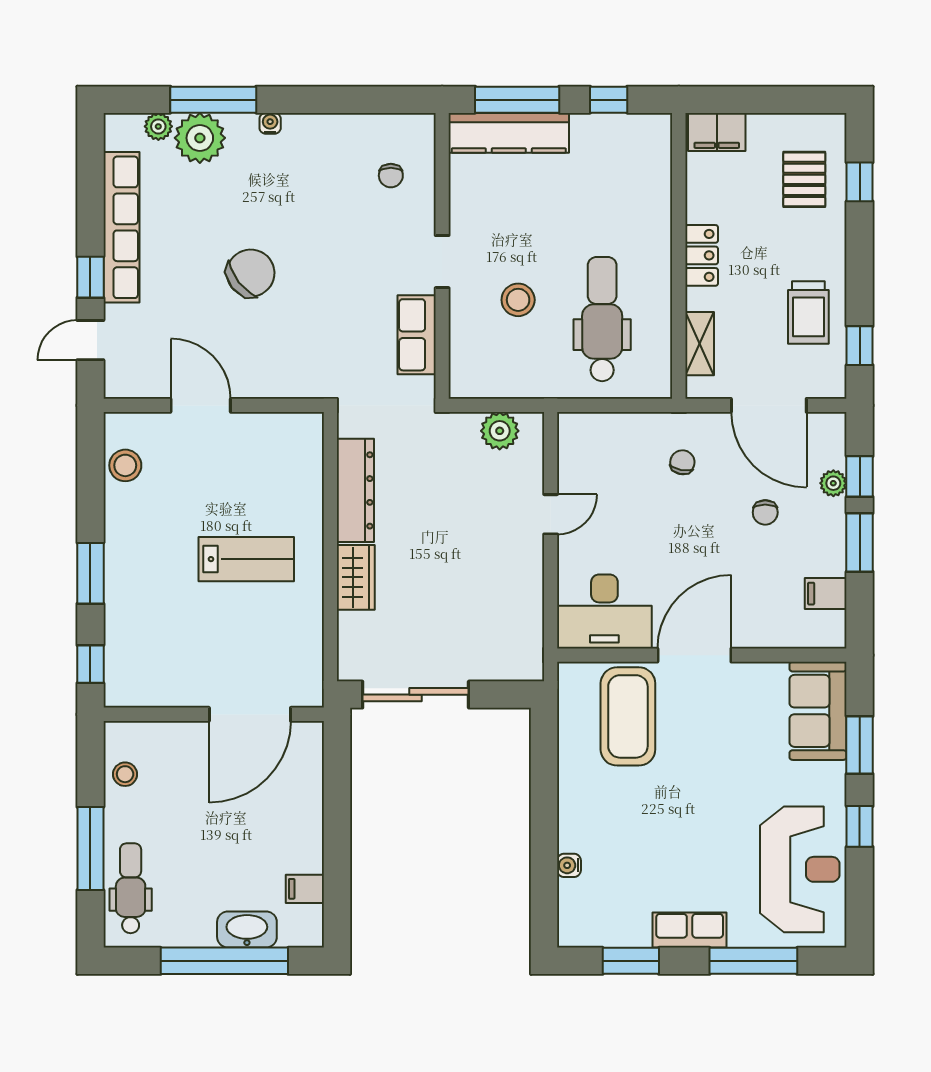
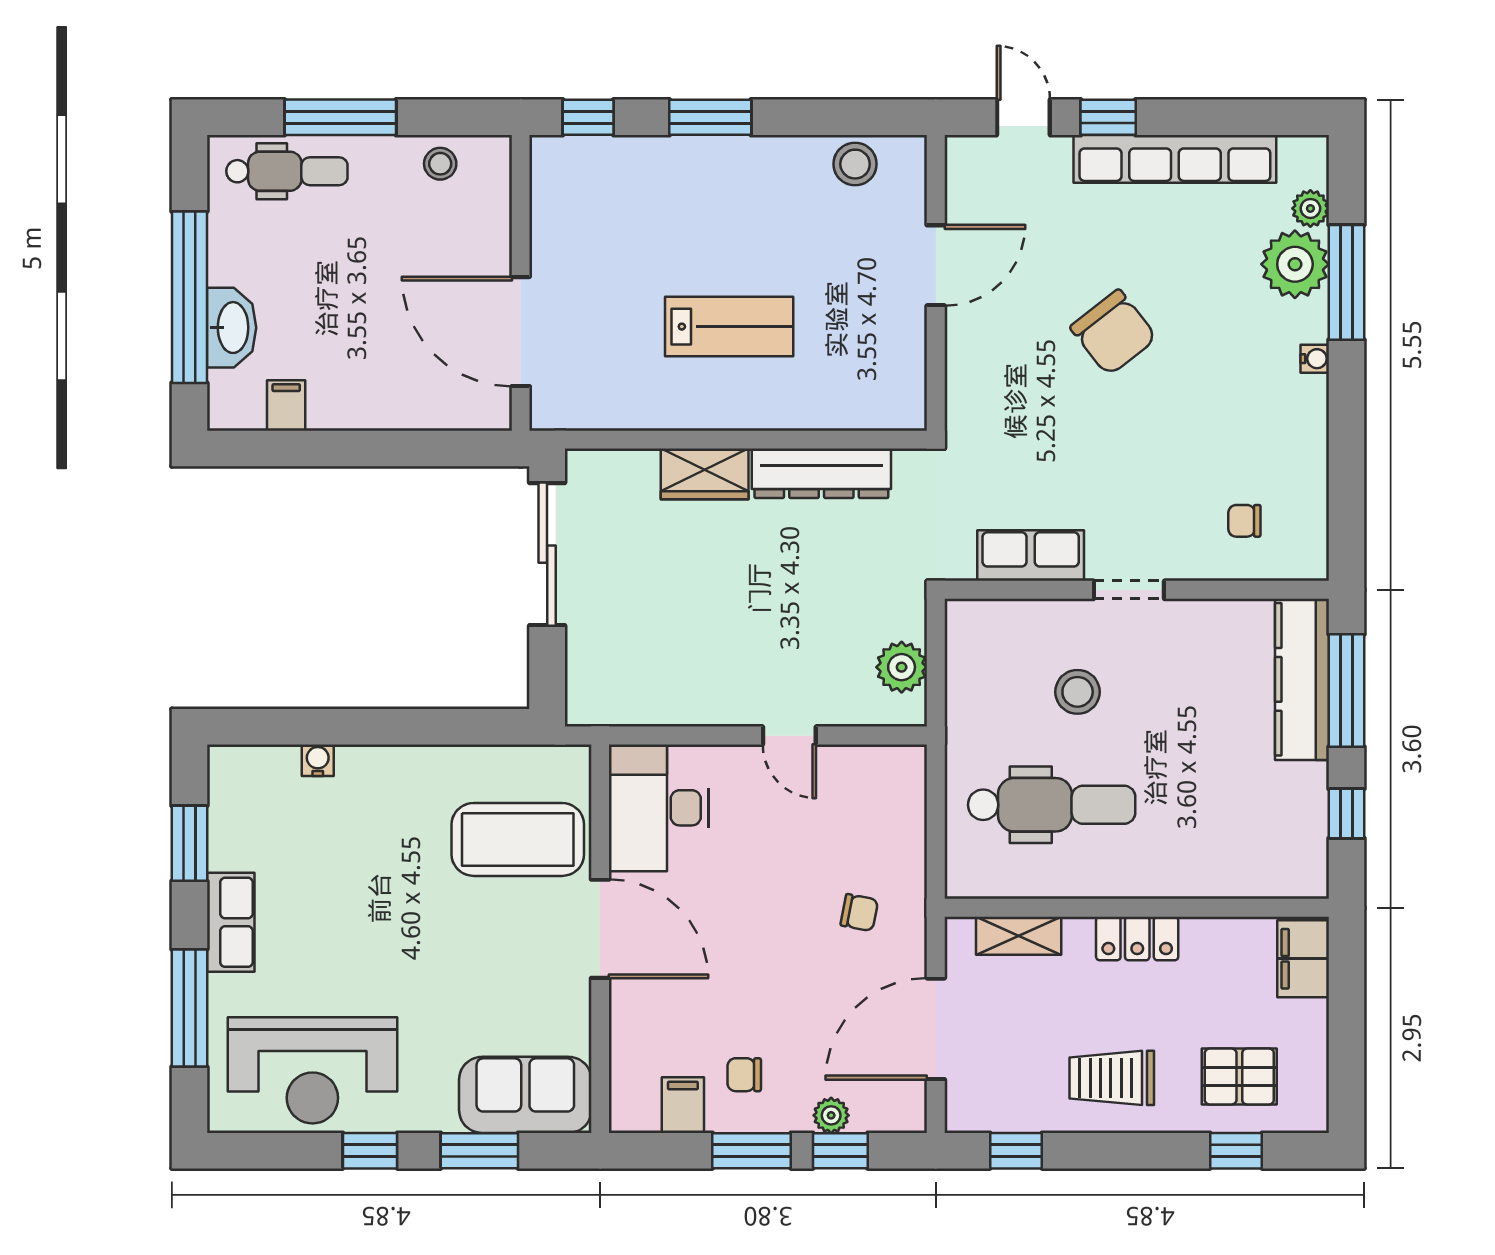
trolley: (808, 313) -> (1112, 1078), moved
chair: (765, 512) -> (744, 1075), moved
lab bench: (246, 559) -> (729, 327), turned -90

